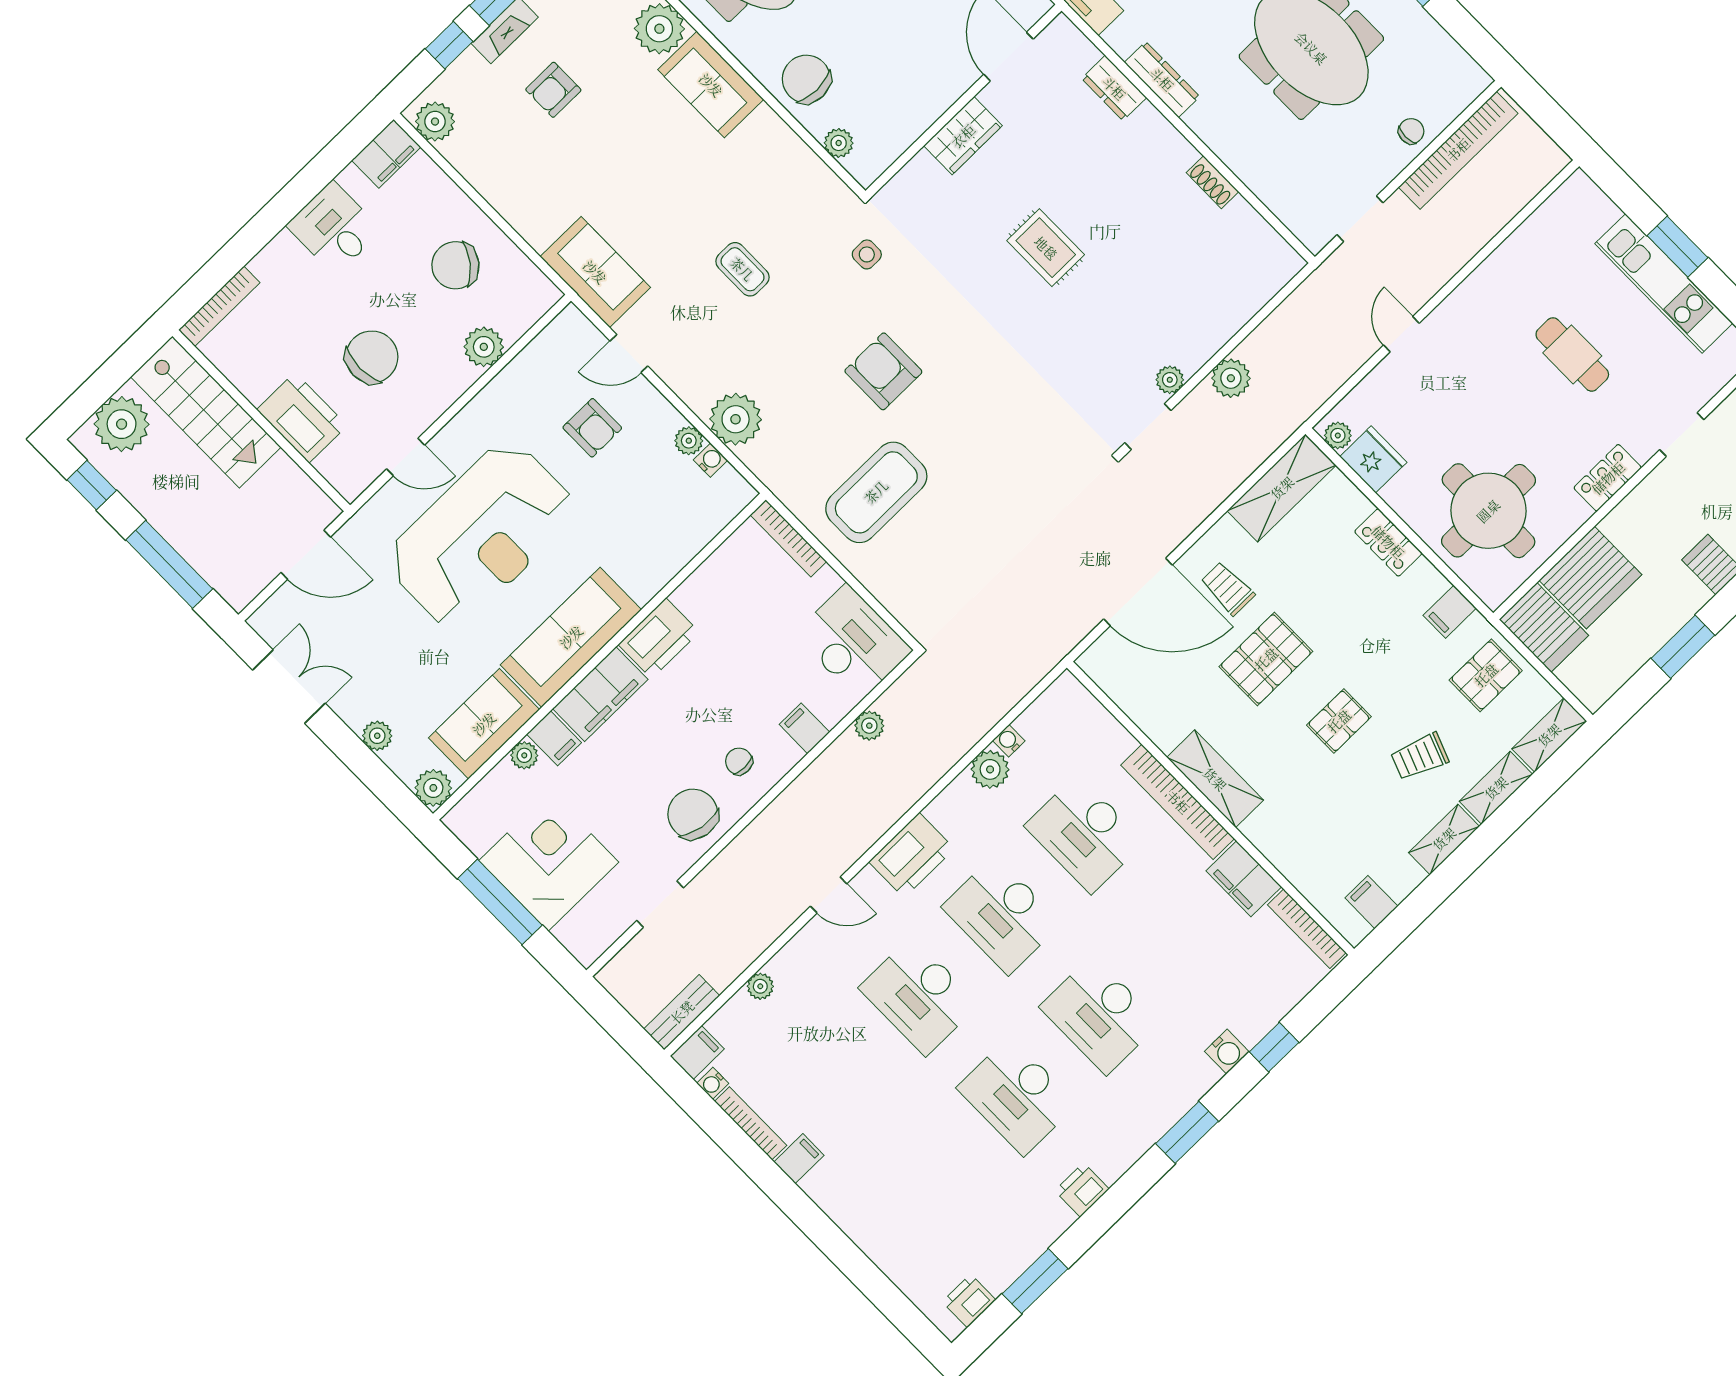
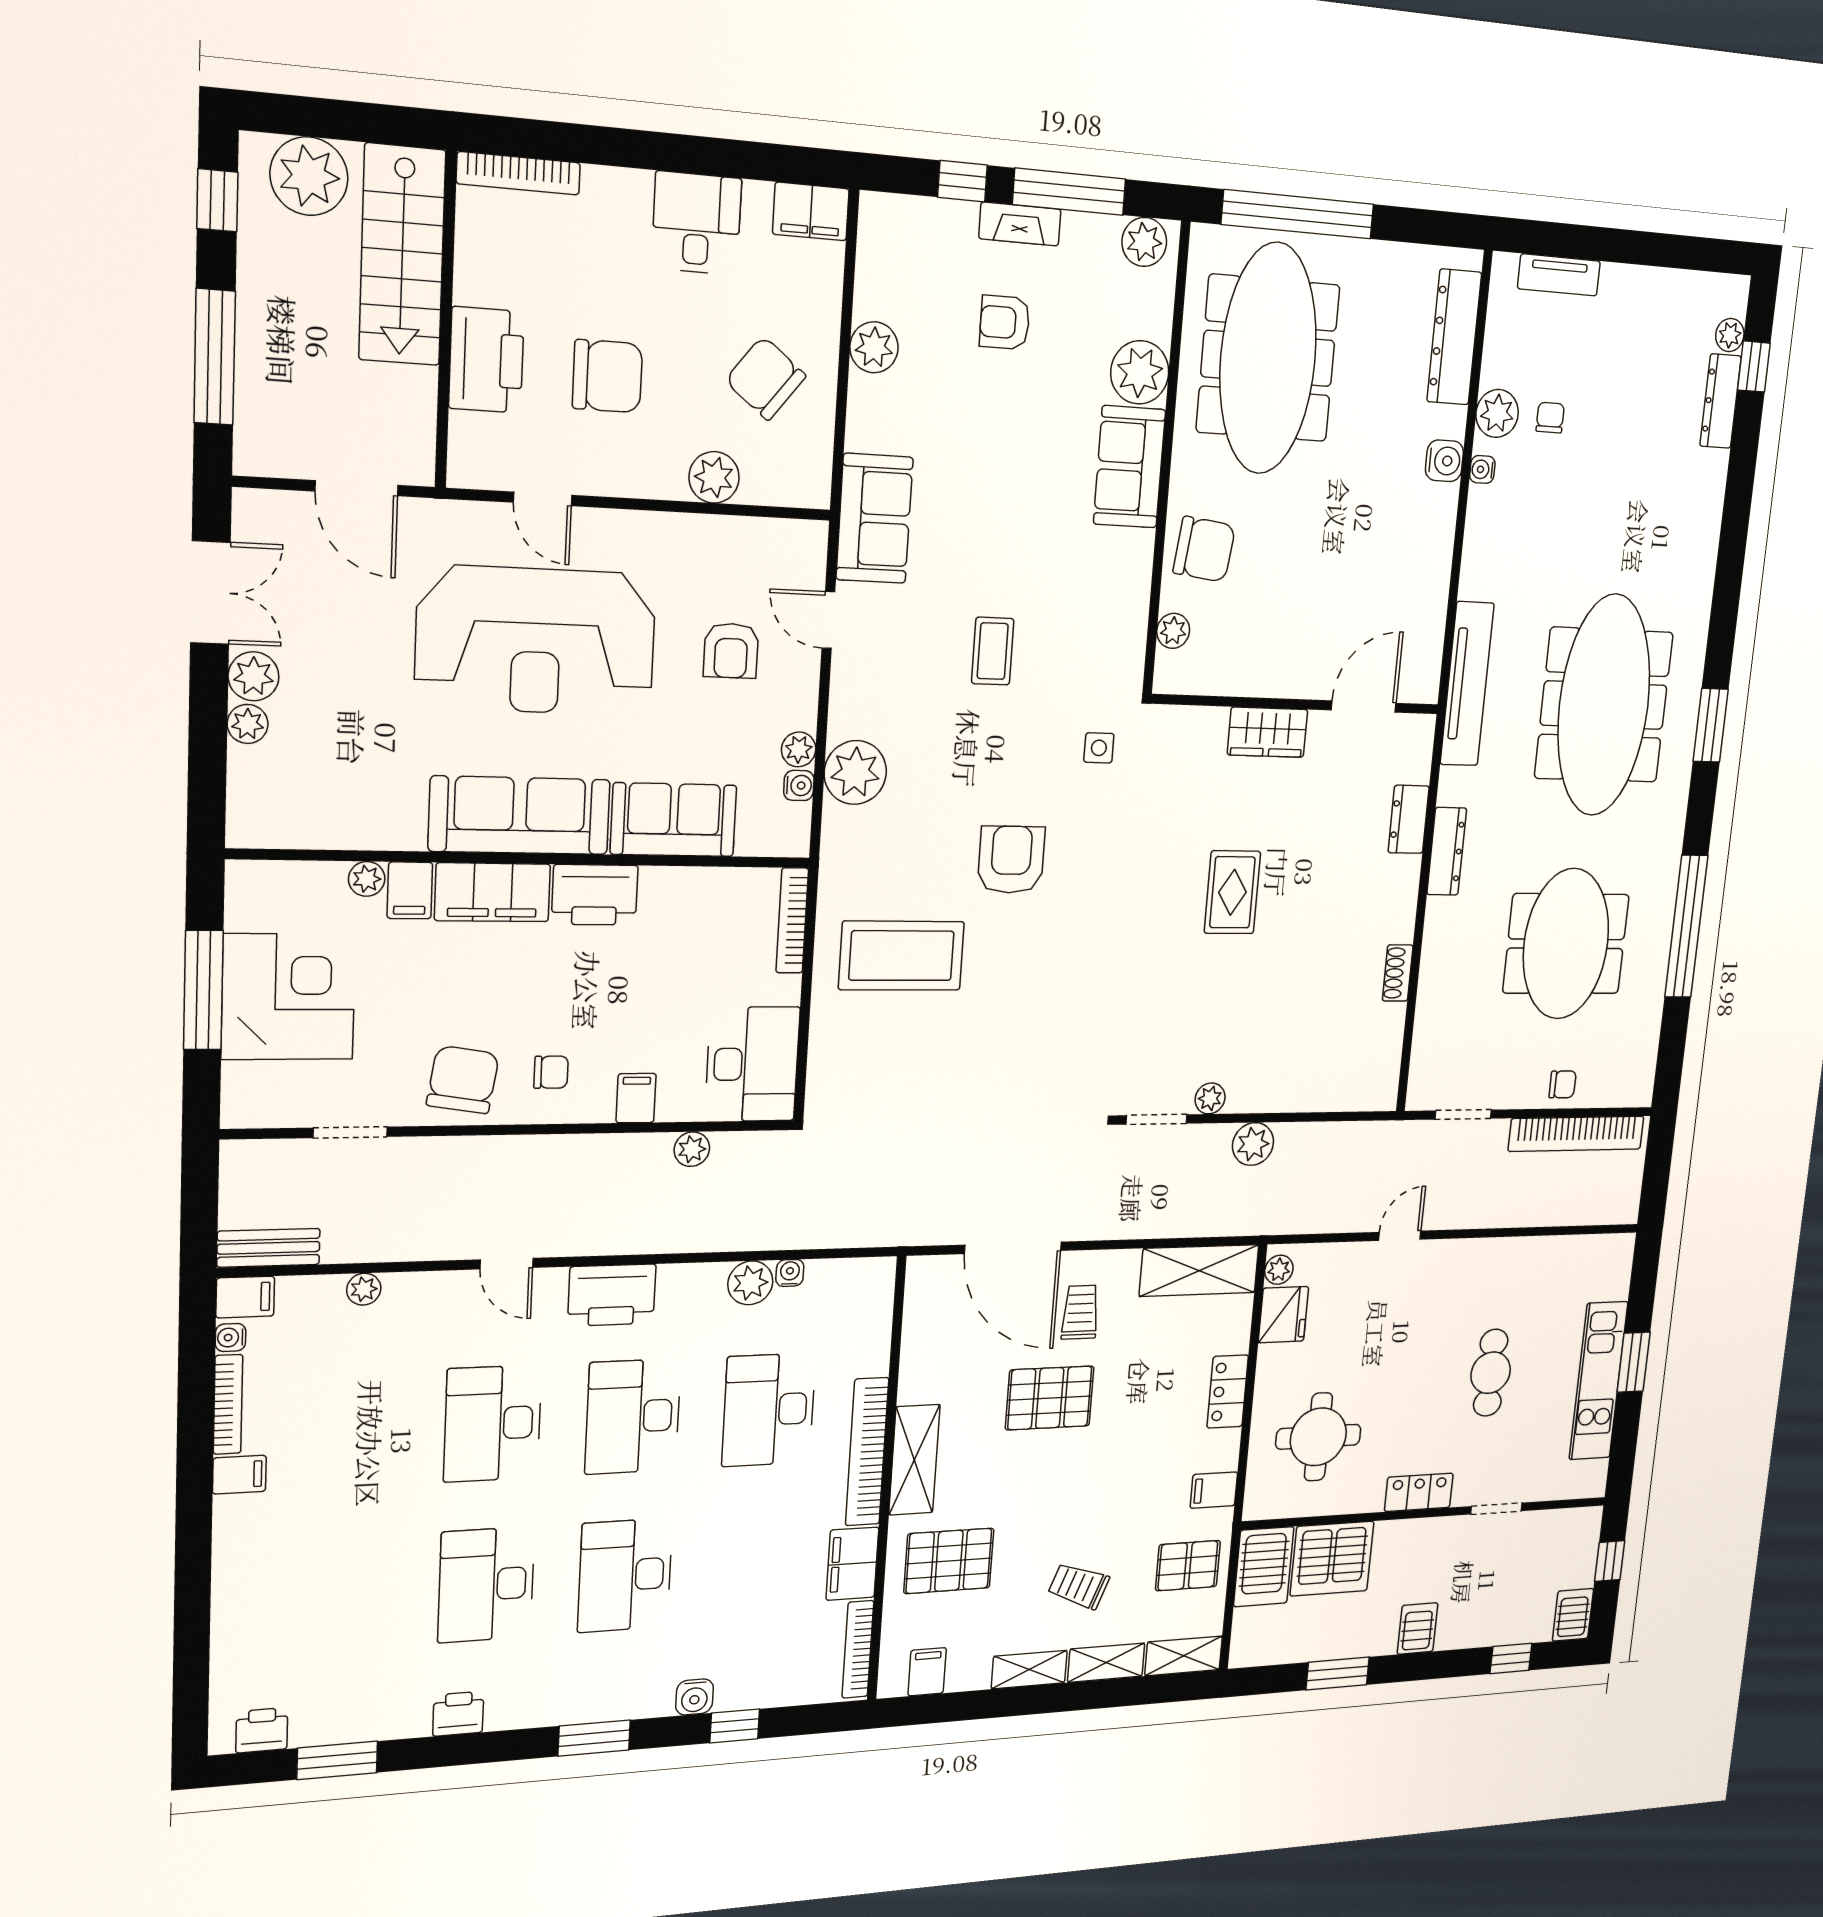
chair: (806, 79) -> (1204, 549), turned 97
plant: (435, 122) -> (874, 347), moved
round table: (1488, 511) -> (1318, 1437), width x0.73, depth x0.73
pallet: (1339, 721) -> (949, 1561), moved, width x1.50, depth x1.42
sofa: (484, 724) -> (674, 820), moved
chair: (739, 761) -> (551, 1072), turned 90
plant: (433, 788) -> (254, 676), moved

